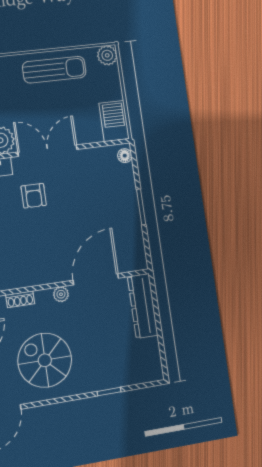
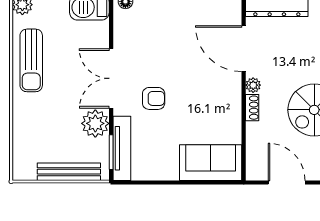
sun lounger: (54, 70) -> (31, 60), turned 180
shoe rack: (20, 299) -> (252, 108), moved

